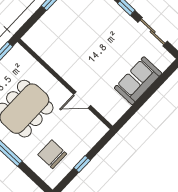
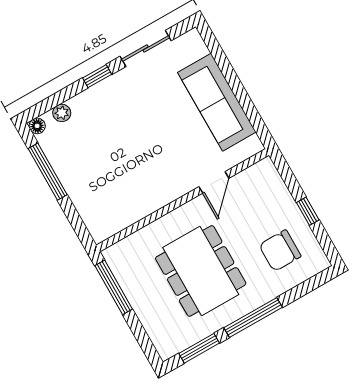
sofa: (138, 81) -> (217, 102), width x1.36

